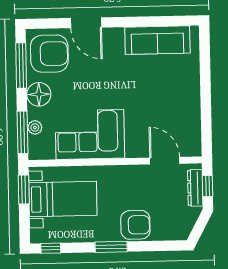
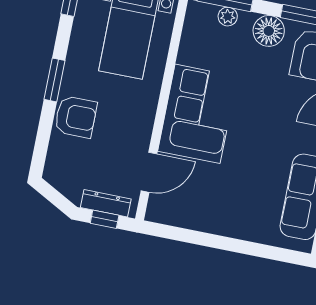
corner sofa: (90, 134) -> (198, 114), moved
armchair: (135, 225) -> (76, 117), turned -90

